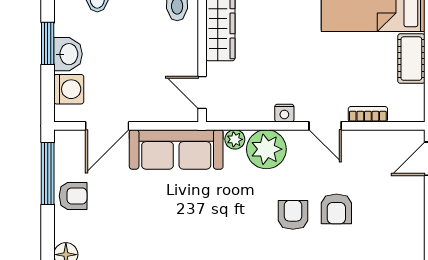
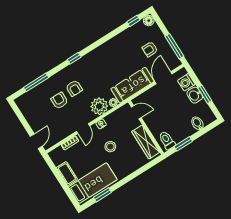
stool: (294, 58) -> (110, 147), added
door: (325, 126) -> (83, 129), swing flipped
armchair: (73, 196) -> (150, 49), moved

